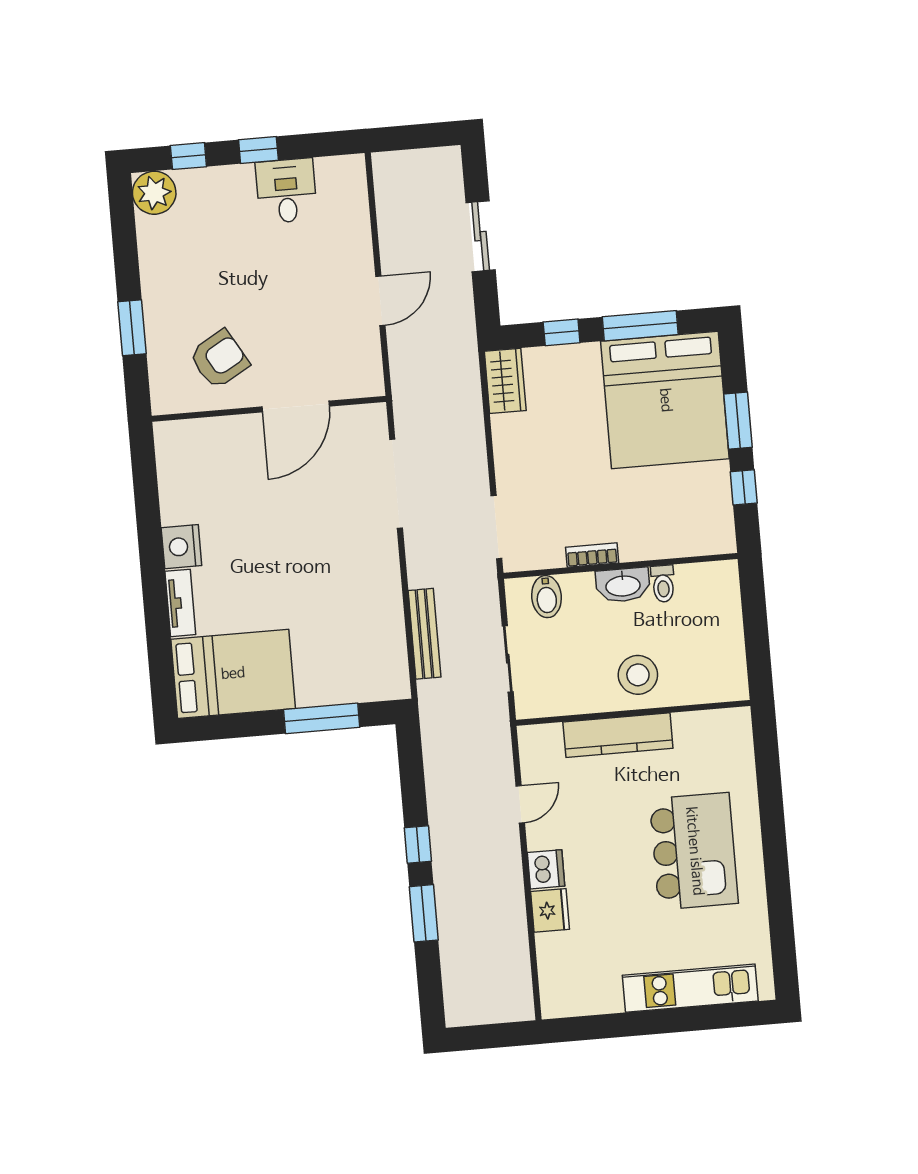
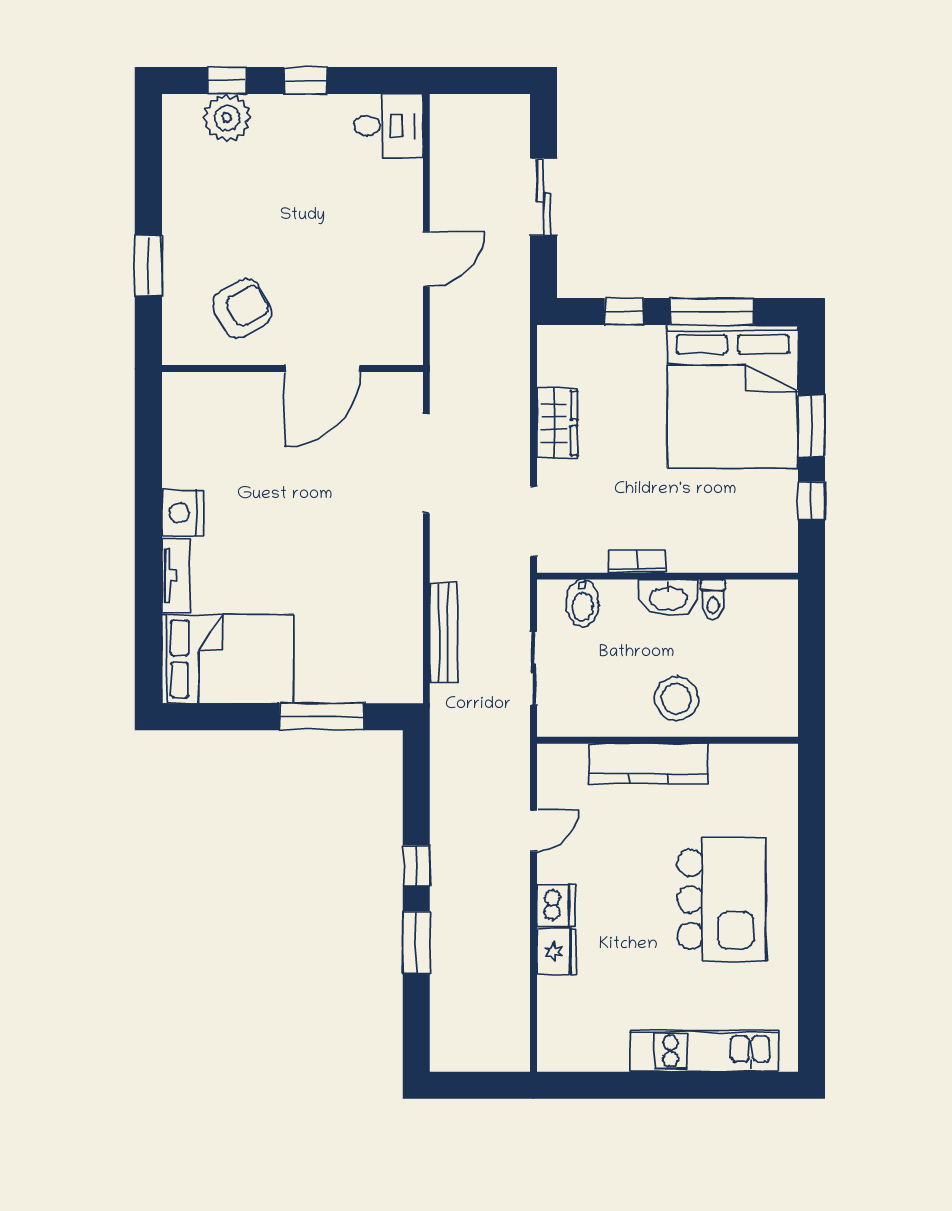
desk: (286, 191) -> (388, 126), moved, turned 90
plant: (154, 193) -> (227, 118), moved
wardrobe: (505, 381) -> (557, 423), moved

